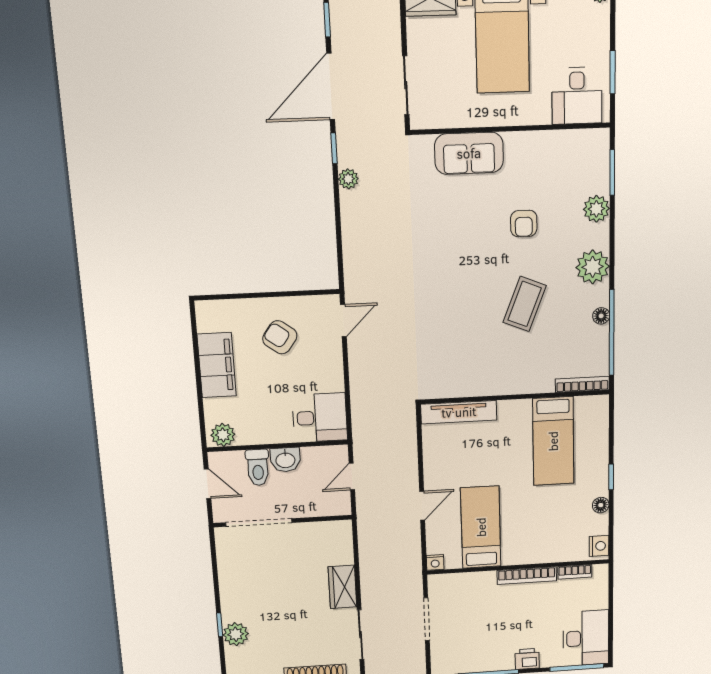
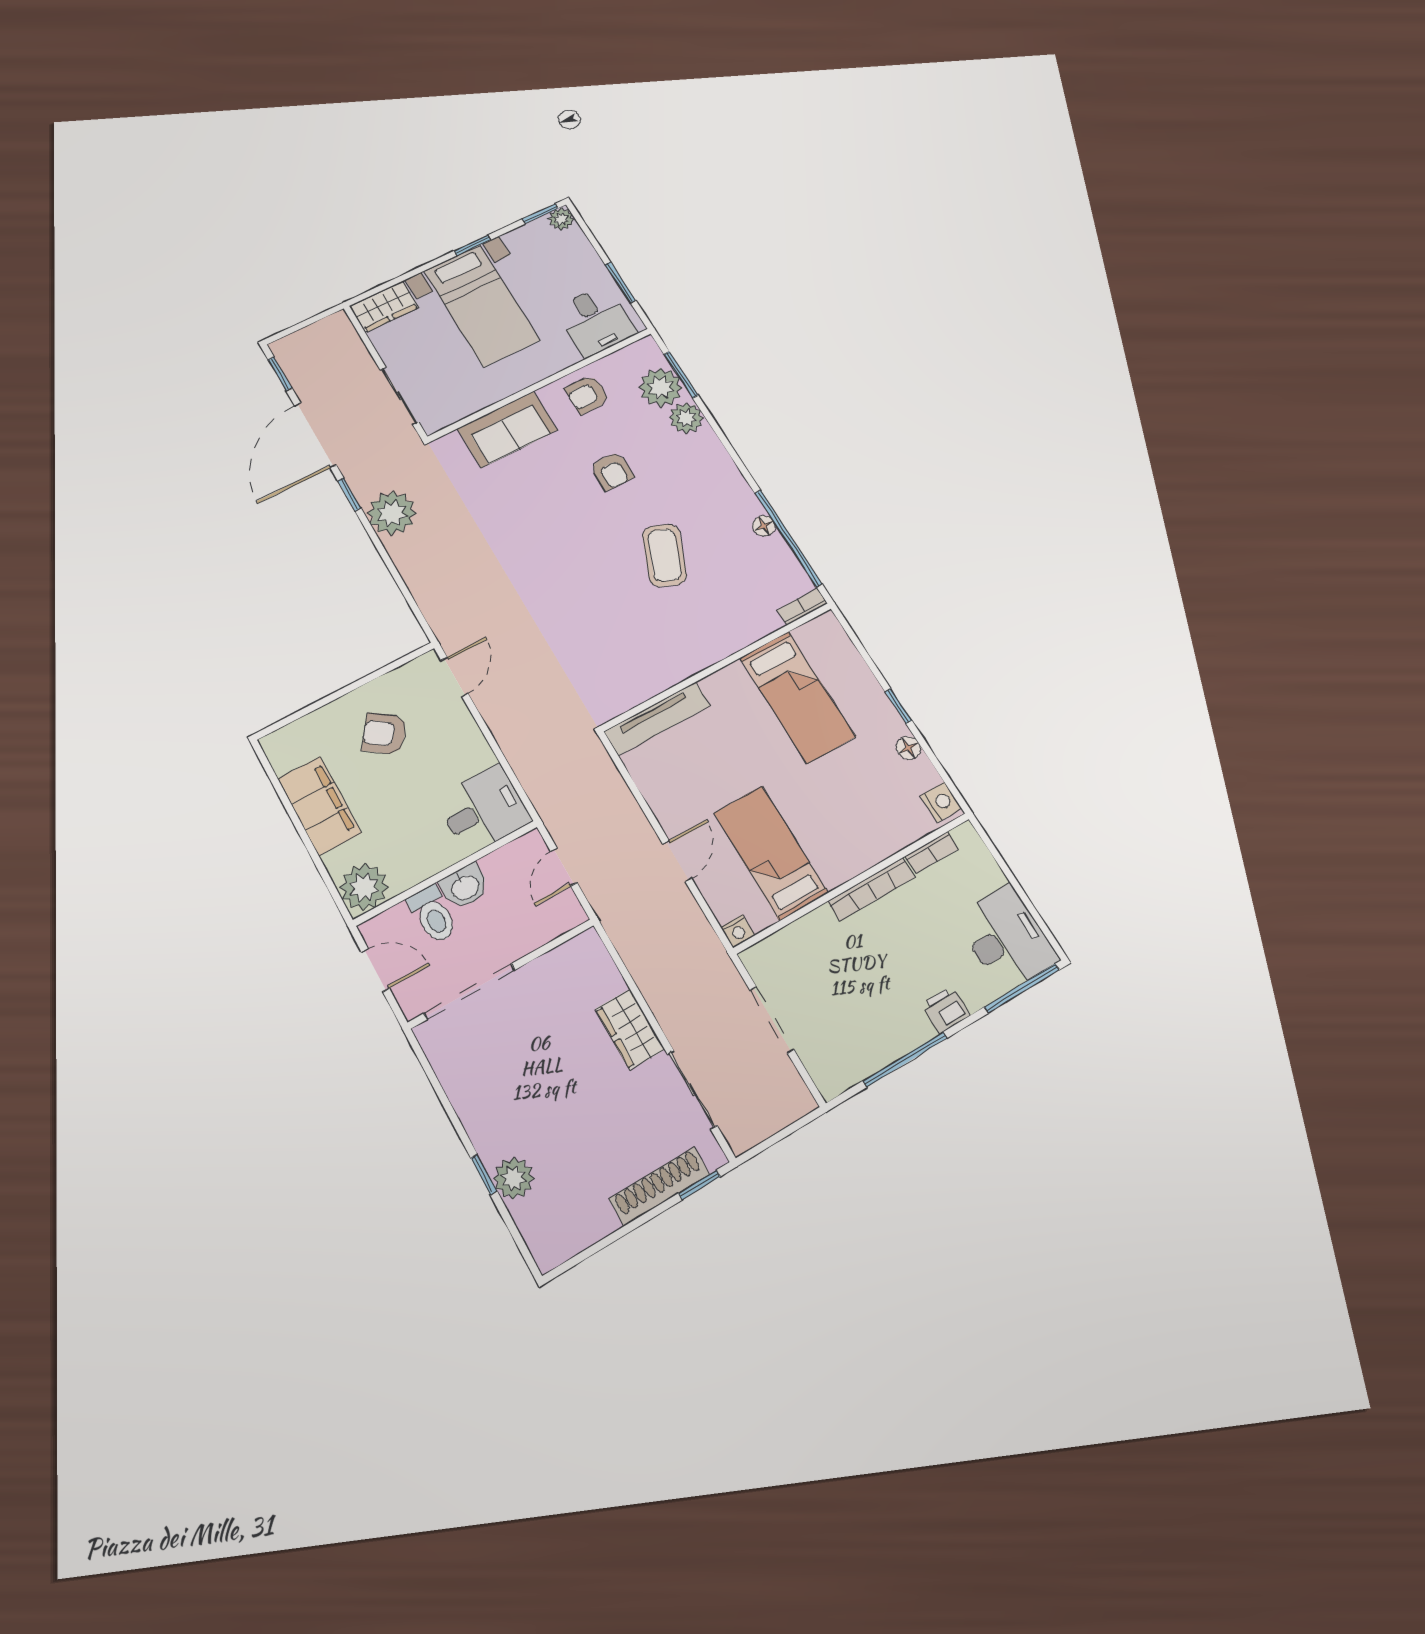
armchair: (539, 154) -> (587, 395), added
plant: (348, 179) -> (392, 513), width x1.87, depth x1.87
plant: (593, 267) -> (661, 387), moved
bookcase: (582, 384) -> (802, 607), width x0.64
plant: (223, 435) -> (364, 887), width x1.36, depth x1.36

